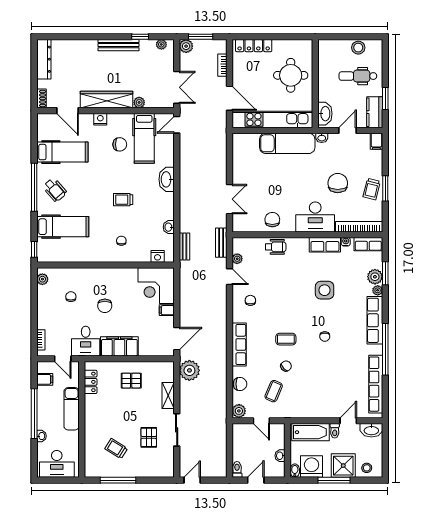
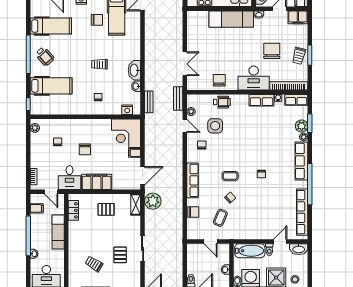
filing cabinet: (376, 141) -> (298, 17), width x2.00
washbasin: (167, 179) -> (134, 70), moved
side table: (325, 290) -> (215, 126), moved
shelving: (168, 396) -> (136, 204), moved
plant: (239, 411) -> (192, 234), removed

